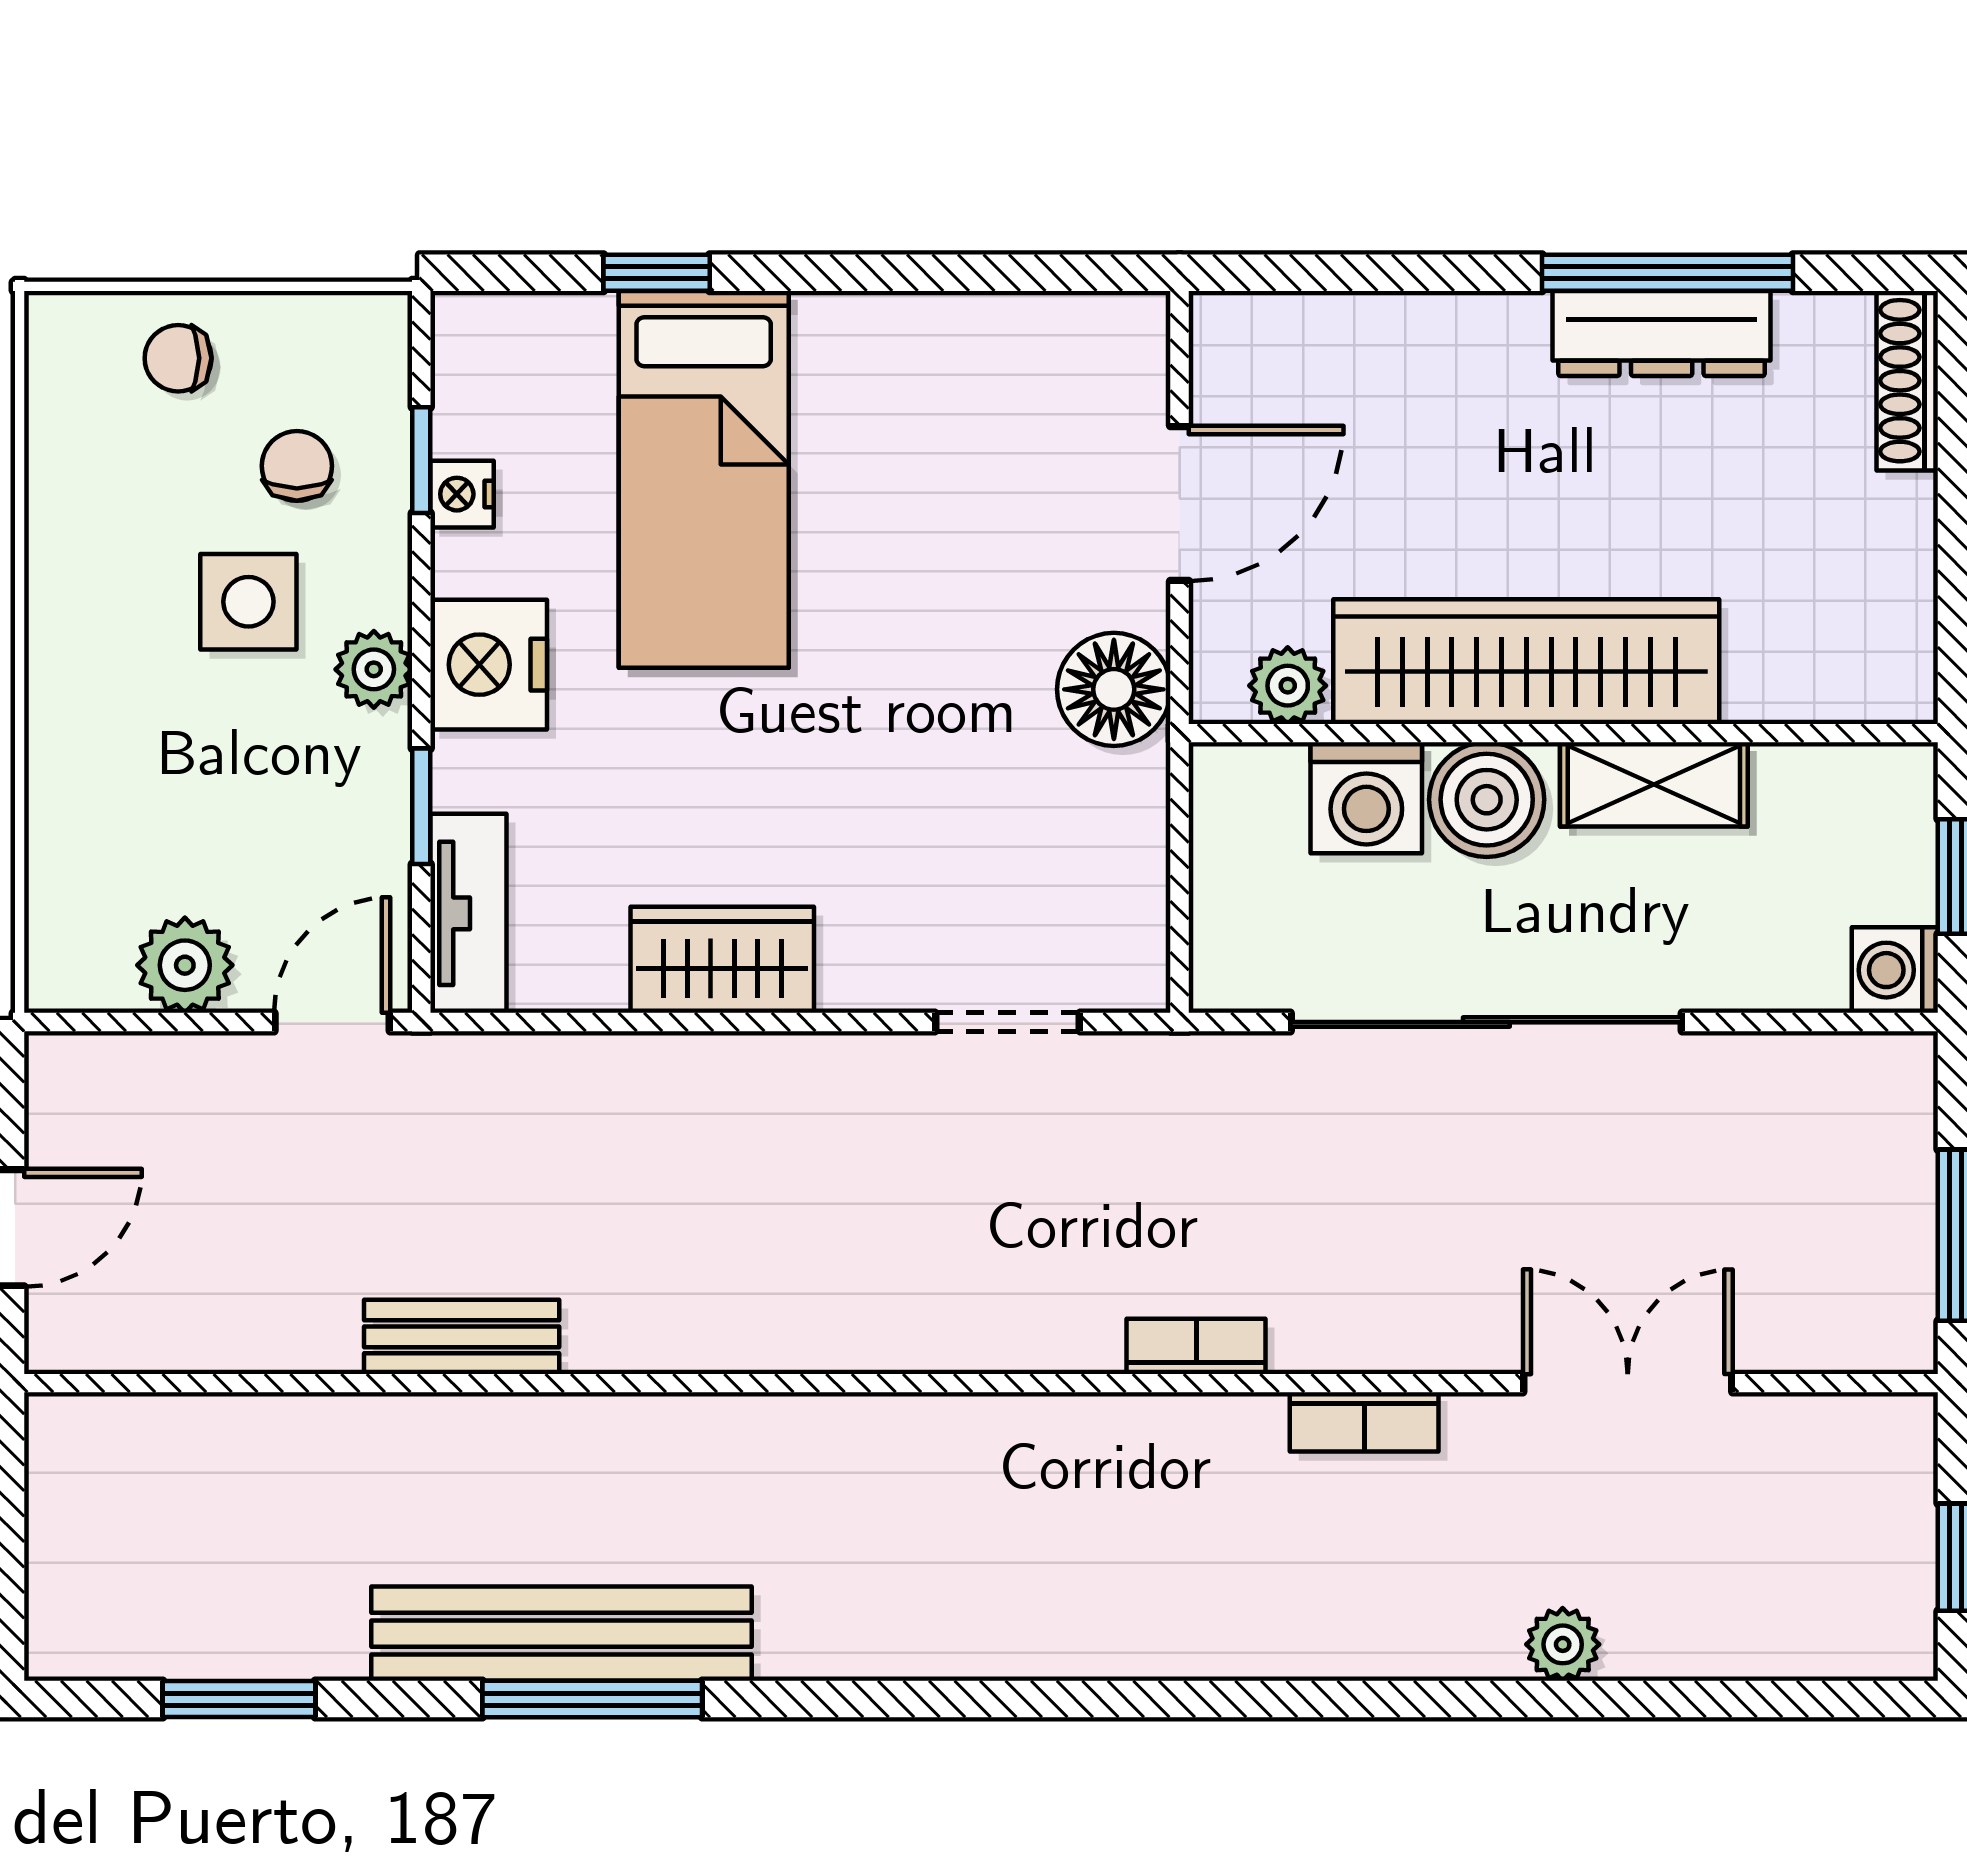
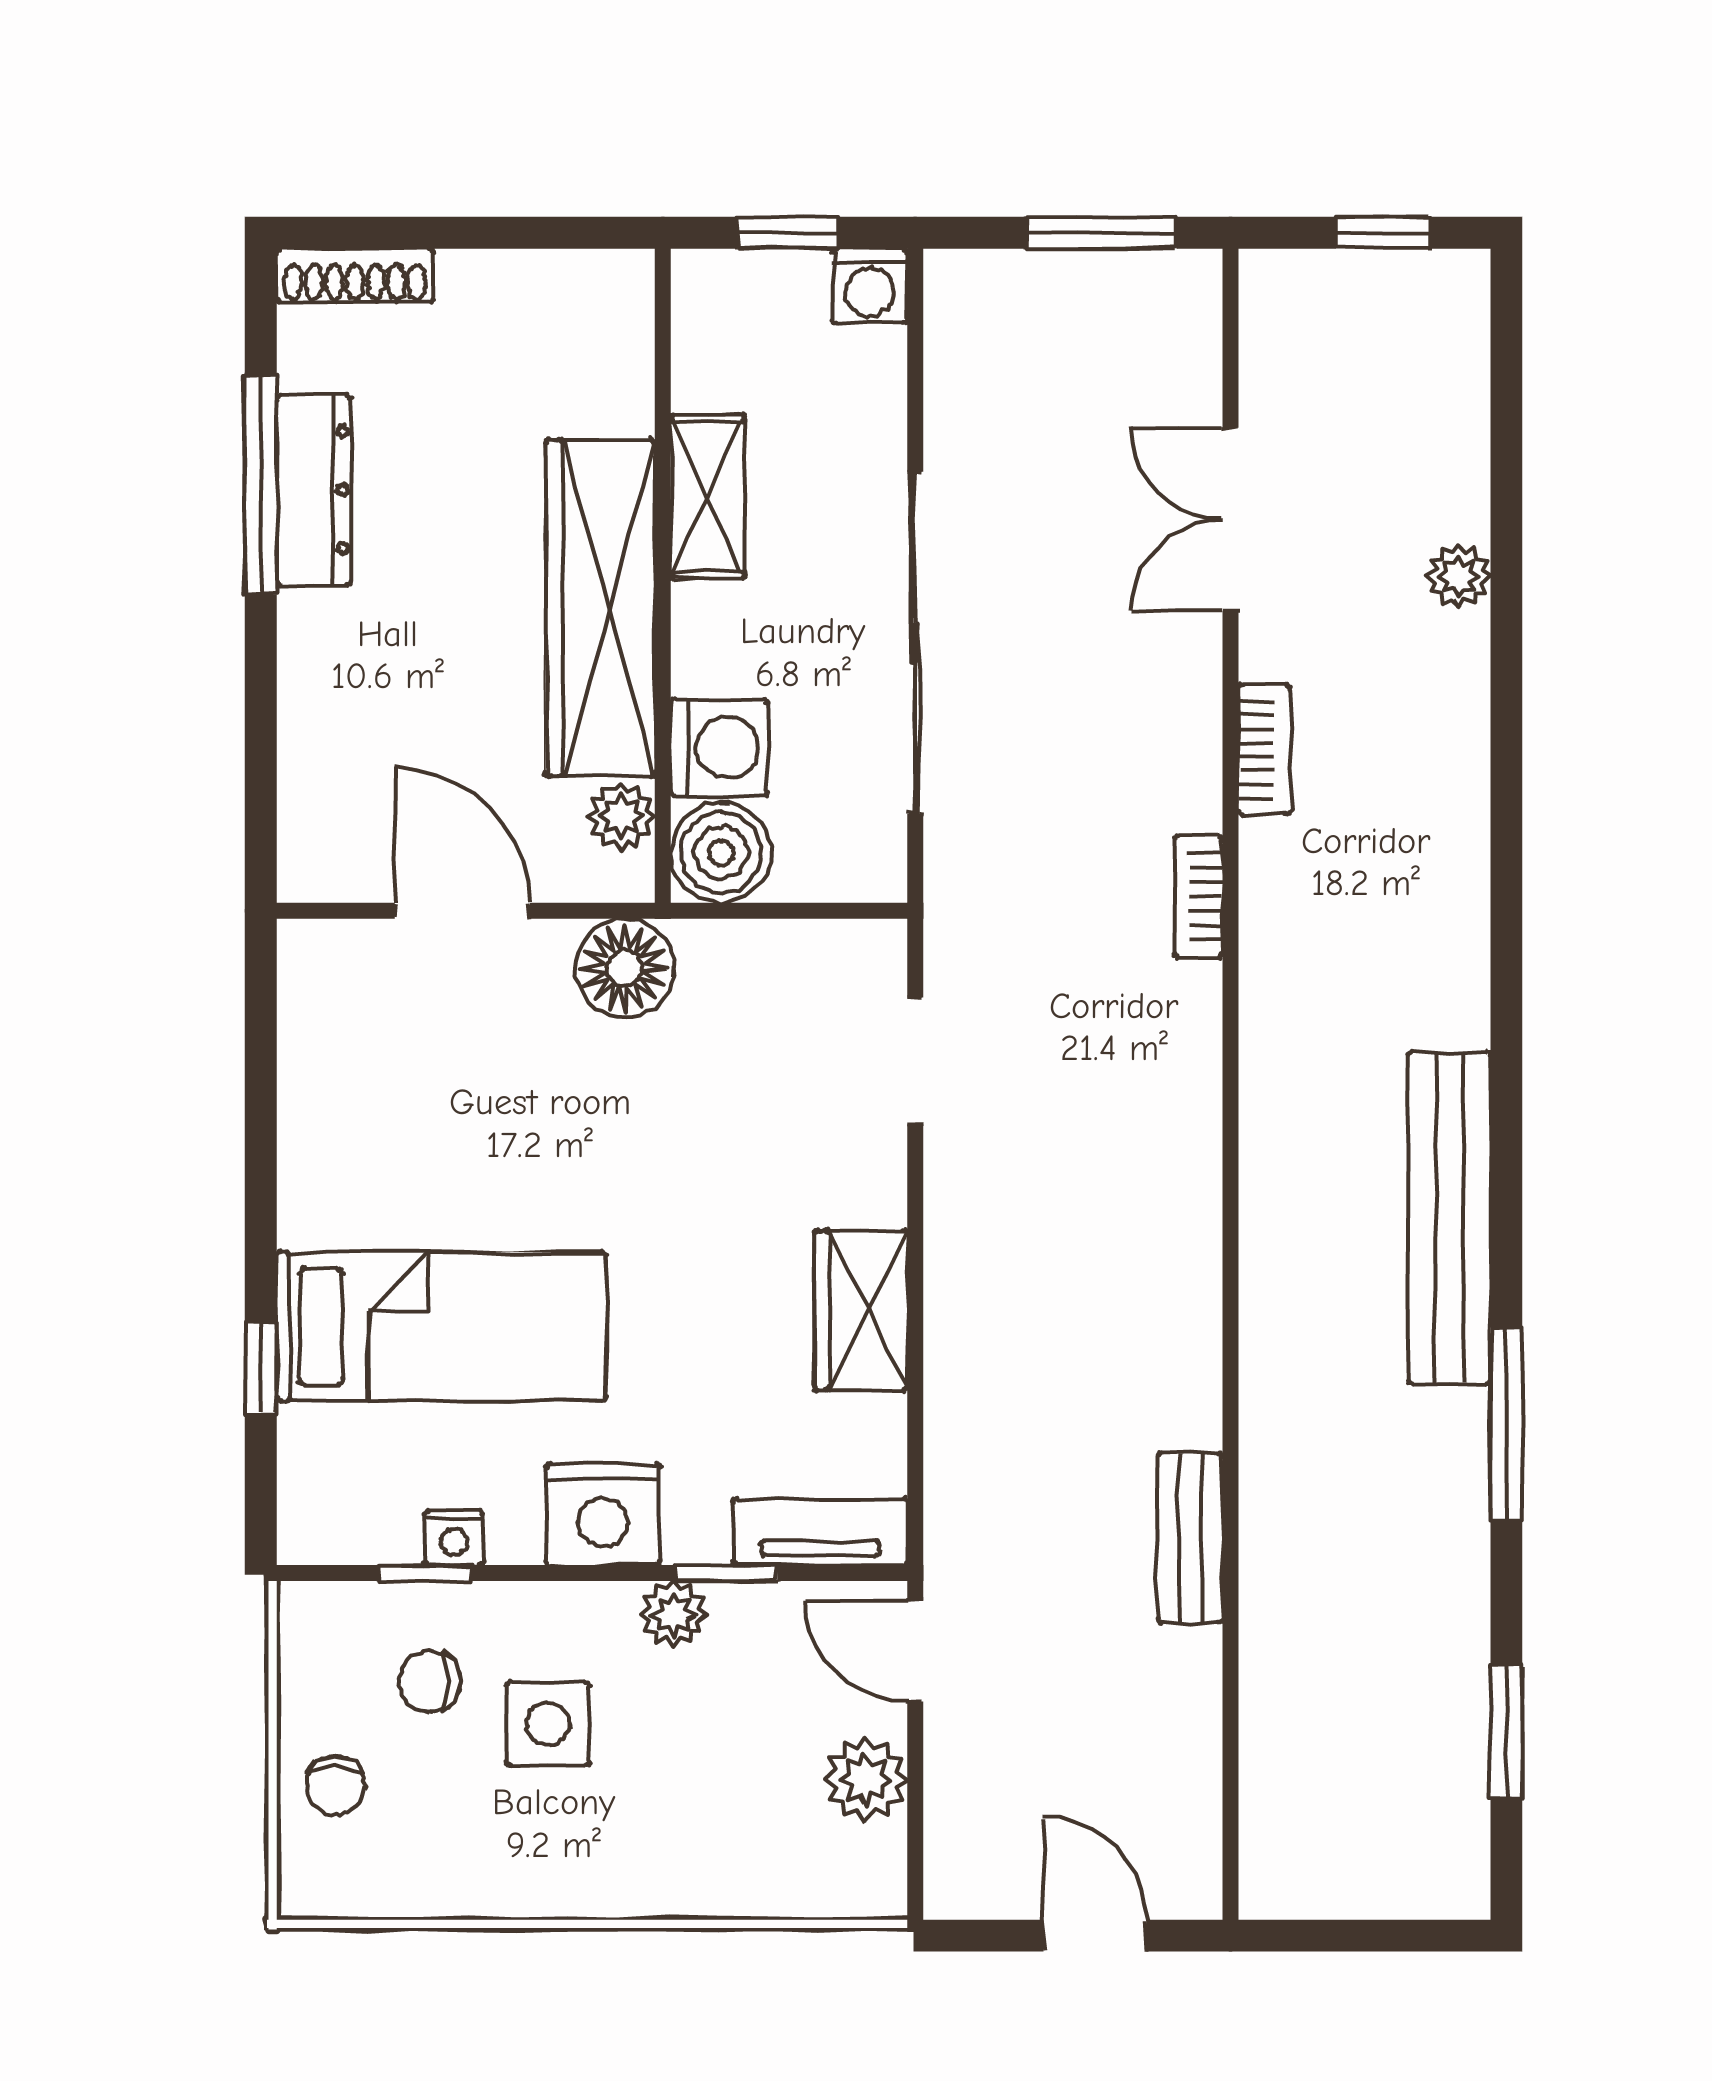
plant: (374, 669) -> (674, 1615), moved
boiler: (1487, 800) -> (721, 853), moved
bench: (561, 1634) -> (1449, 1218), moved

